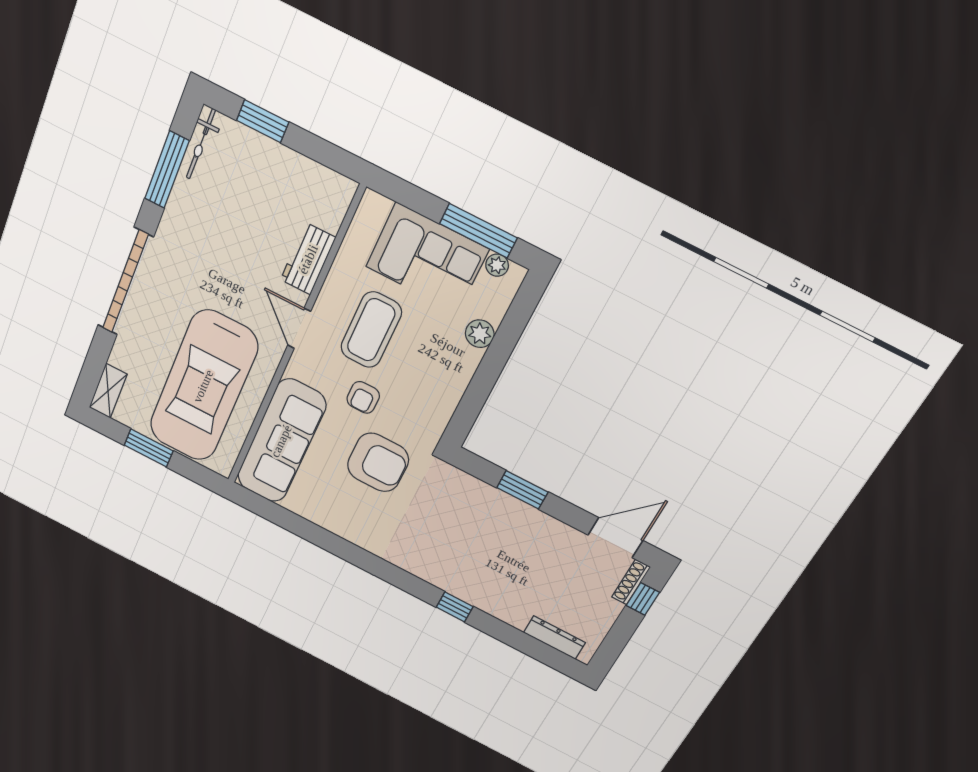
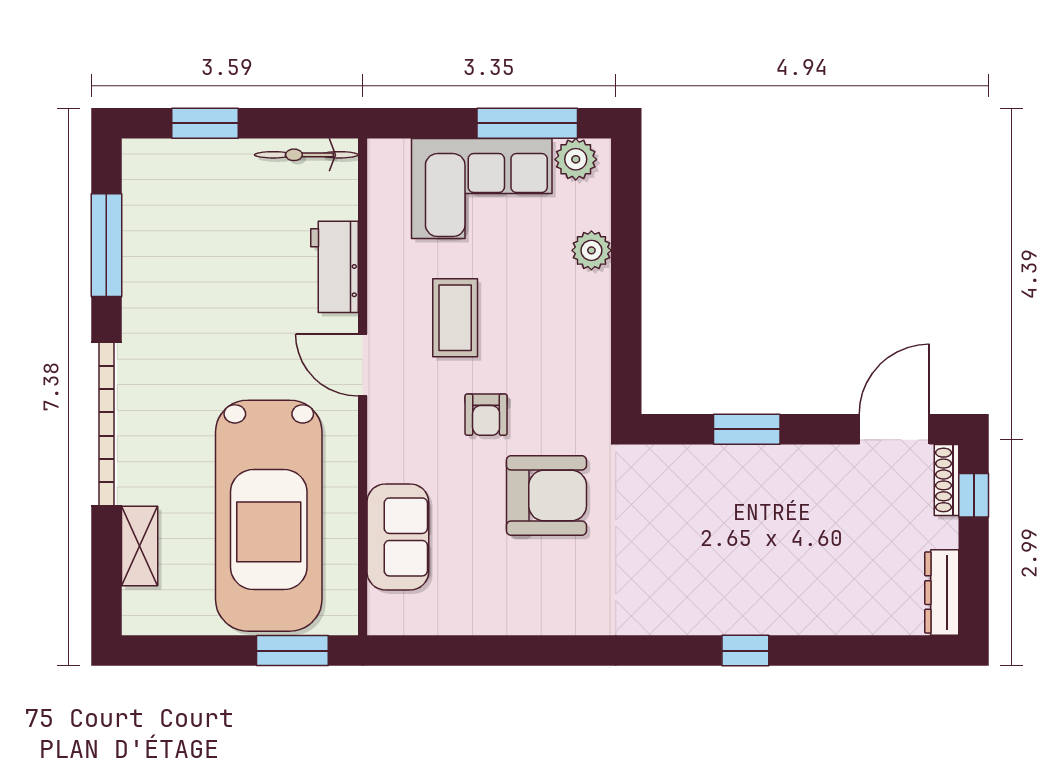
bicycle: (201, 144) -> (306, 155), moved, turned 90
plant: (497, 265) -> (576, 159), width x1.38, depth x1.38
coffee table: (371, 330) -> (455, 318), width x0.73, depth x0.76
shelving: (108, 391) -> (140, 546), moved
sofa: (281, 441) -> (398, 537), width x0.54, depth x0.79
window: (149, 448) -> (292, 651), moved
dresser: (554, 638) -> (942, 593), moved, turned -90

